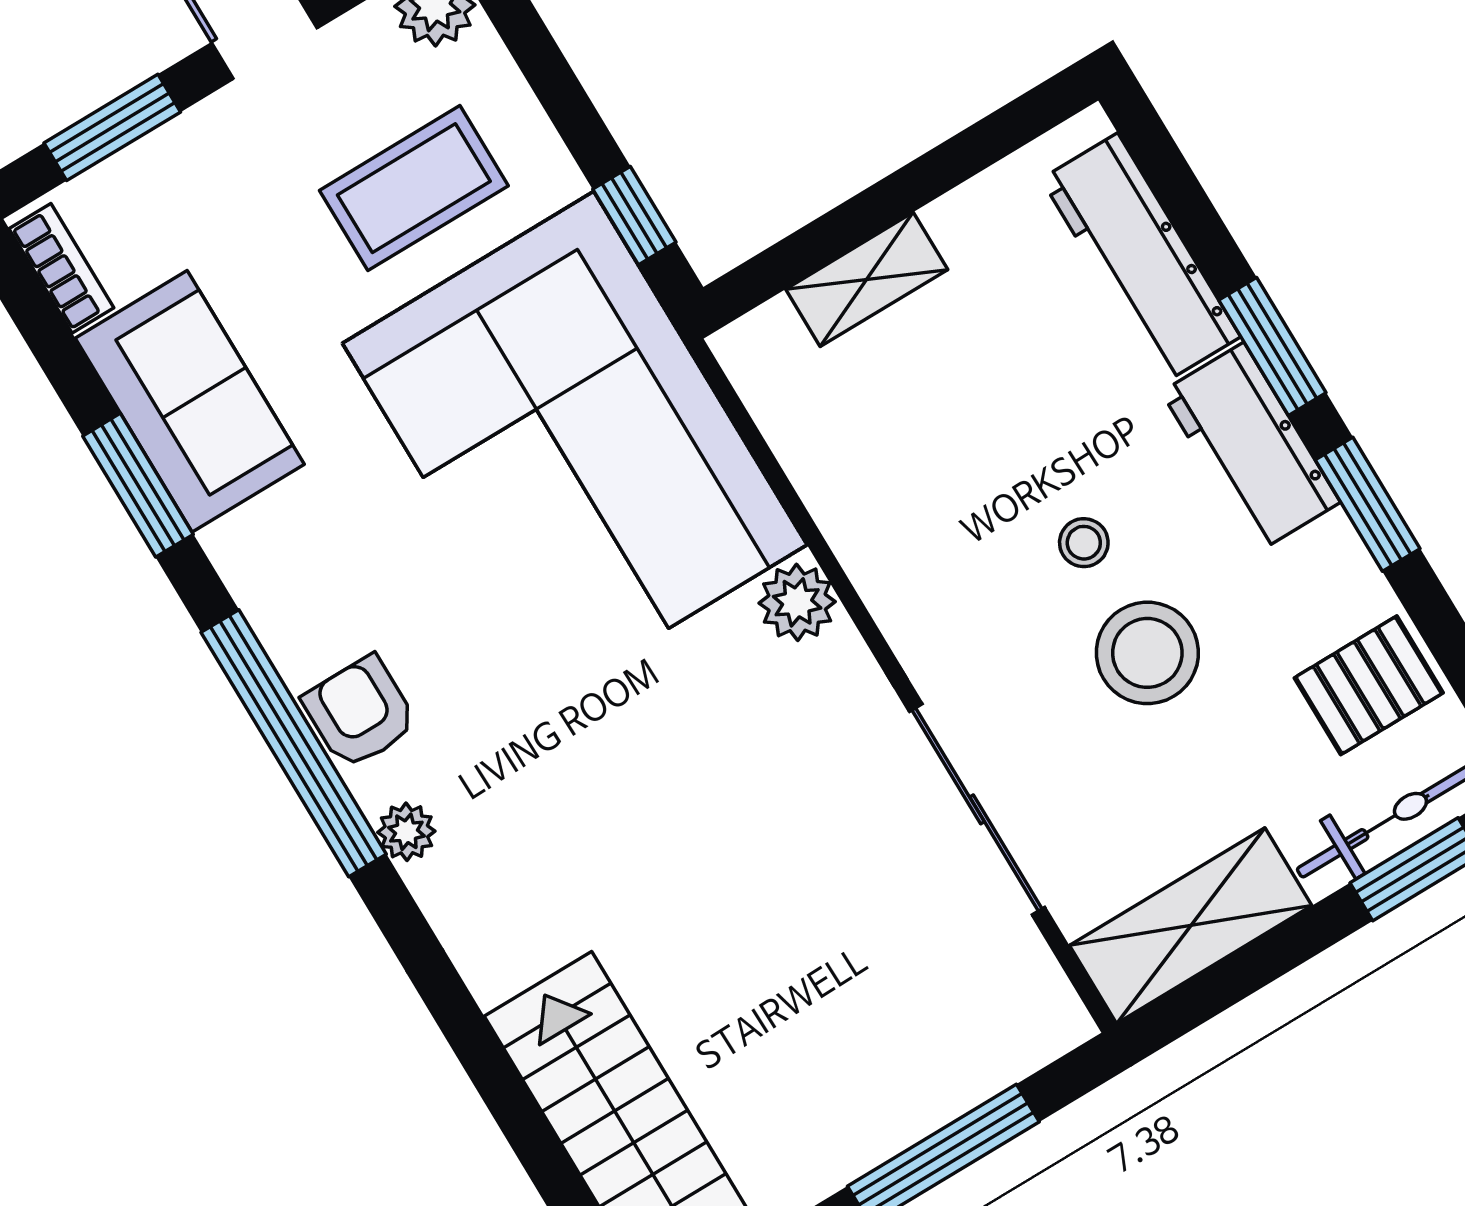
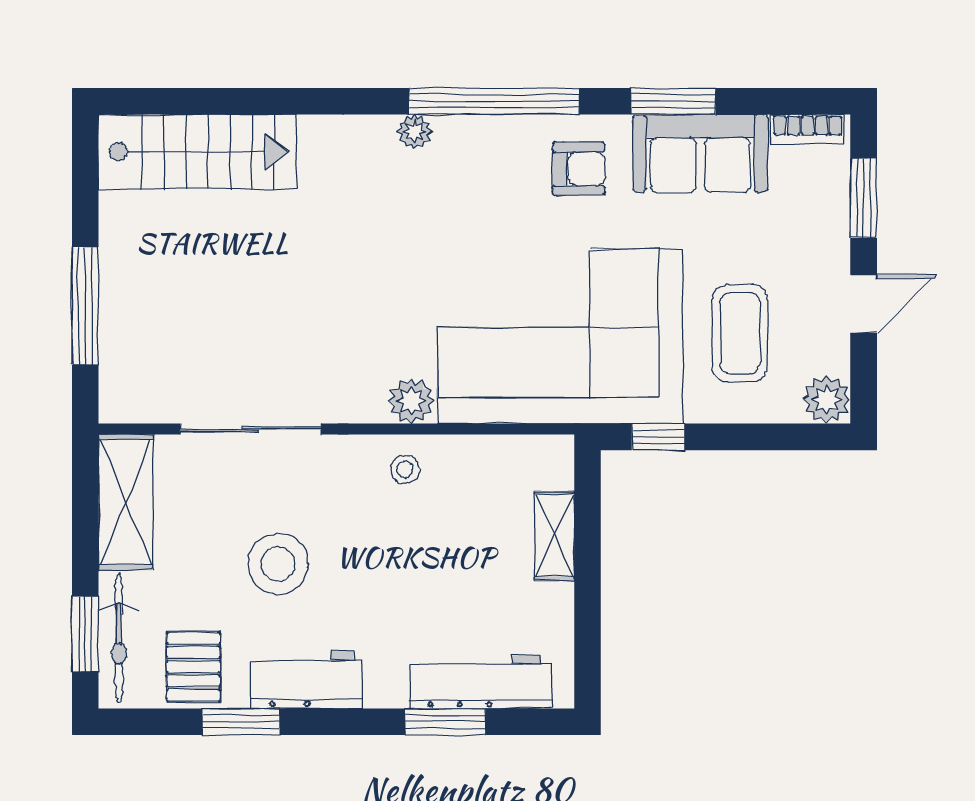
window: (1272, 346) -> (445, 722), moved
workbench: (1251, 447) -> (307, 680), moved
window: (1368, 504) -> (241, 722), moved
stool: (1084, 543) -> (405, 469), moved
armchair: (360, 712) -> (579, 169), moved

